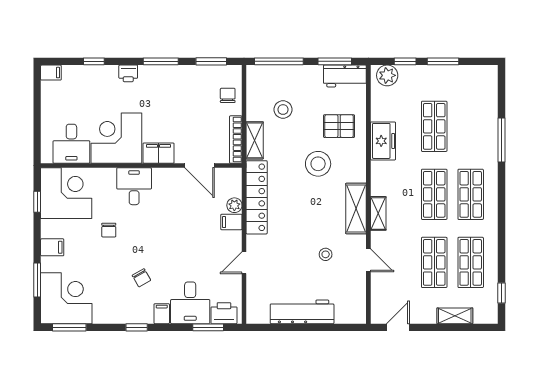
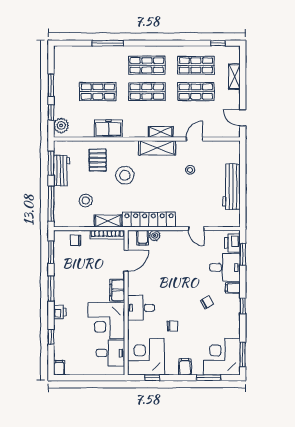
workbench: (345, 76) -> (62, 171), moved
filing cabinet: (231, 222) -> (143, 238), moved

